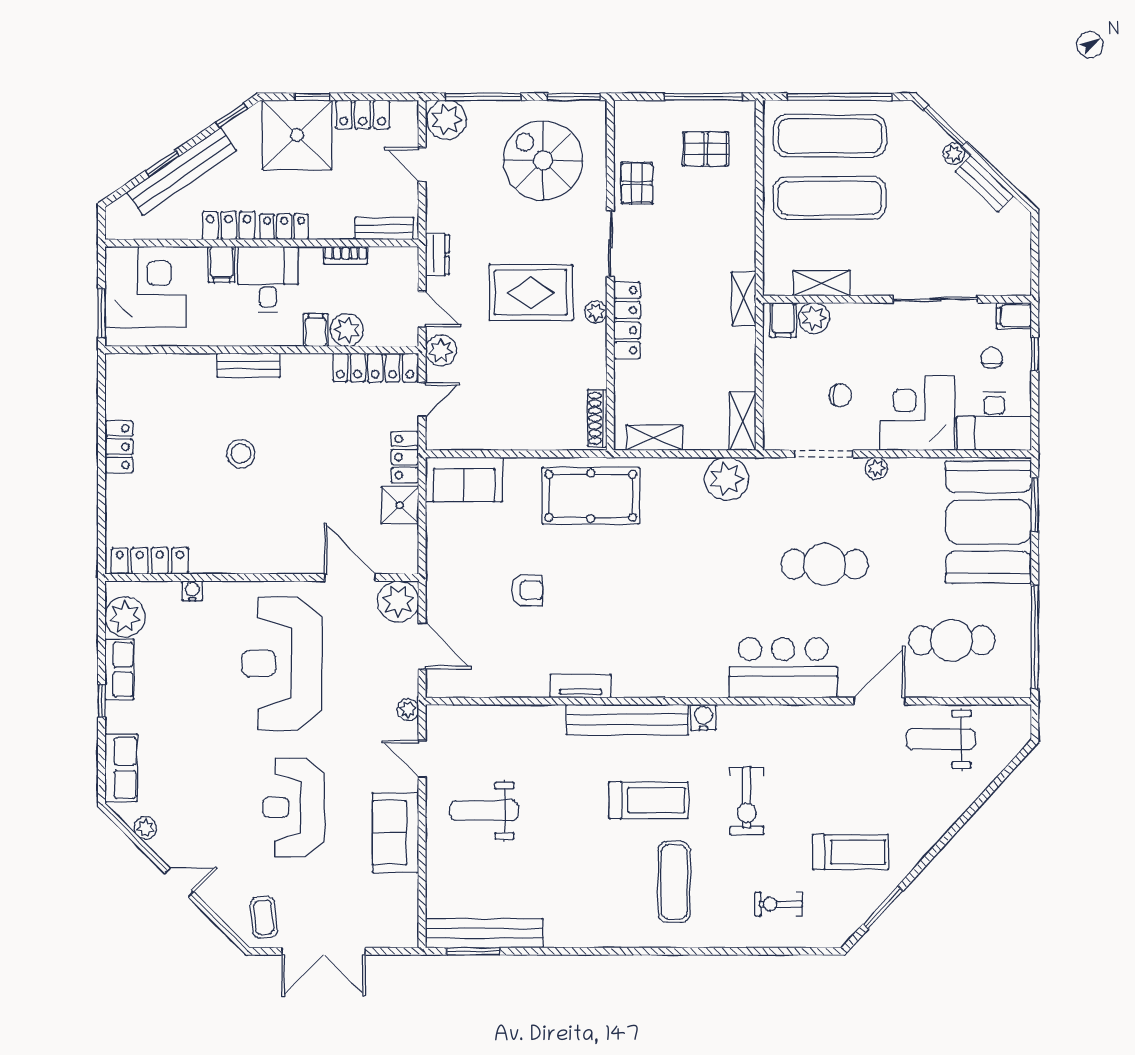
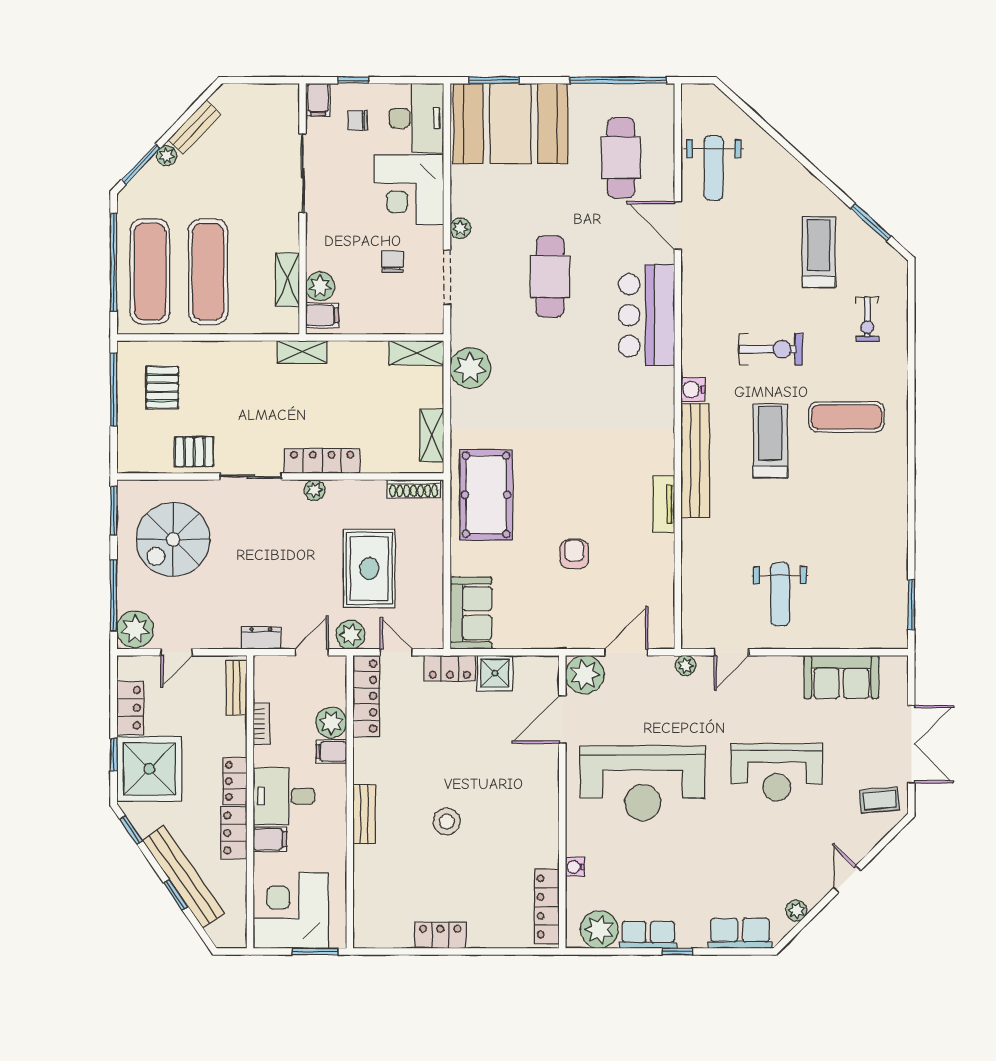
rug: (531, 292) -> (369, 568), moved
sofa: (396, 833) -> (841, 677), moved
bench: (484, 933) -> (895, 594), removed

